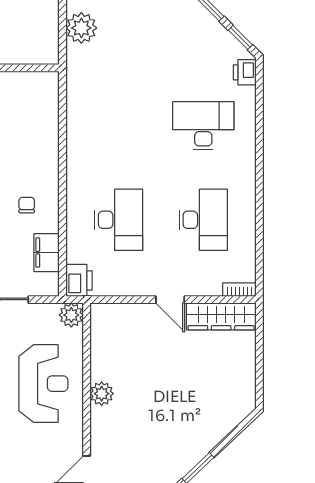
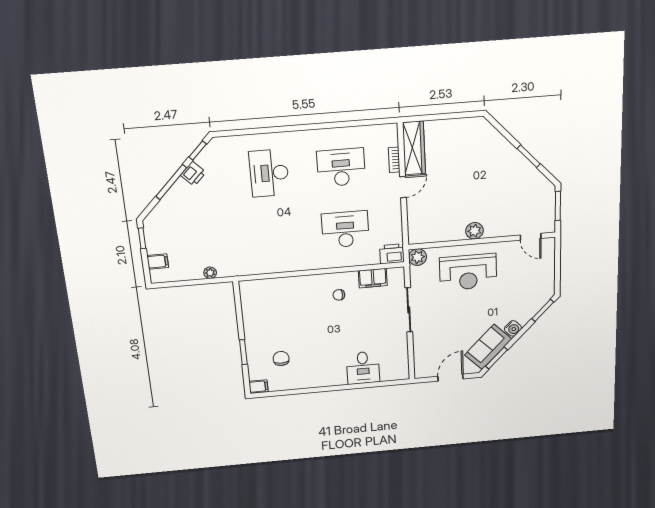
plant: (81, 28) -> (210, 273), width x0.53, depth x0.53
printer: (245, 72) -> (193, 174), moved, turned -45
bookcase: (239, 290) -> (394, 160), moved
reception desk: (43, 384) -> (468, 272), turned 180

